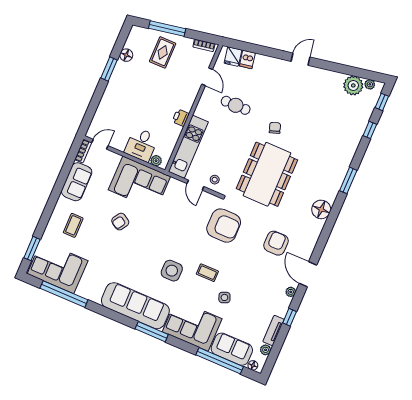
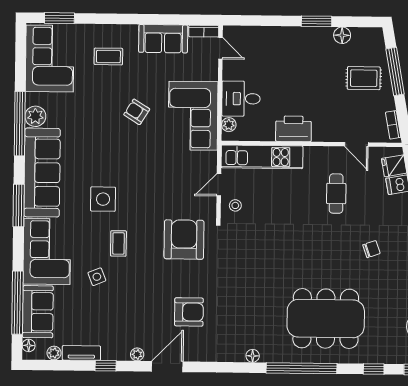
door: (207, 77) -> (356, 144), hinge flipped
printer: (181, 118) -> (293, 129), width x1.87, depth x1.48
chair: (275, 128) -> (371, 249), moved
dining table: (267, 174) -> (326, 319), moved
window: (348, 180) -> (302, 368), width x2.11
floor lamp: (321, 209) -> (253, 356), width x0.53, depth x0.53
armchair: (224, 226) -> (184, 240), turned 180
window: (64, 294) -> (20, 124), moved
plant: (94, 294) -> (35, 116), added

